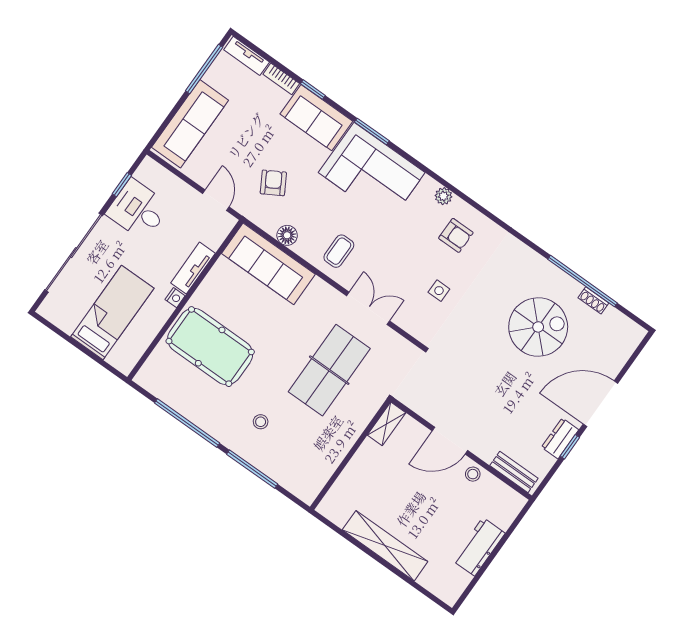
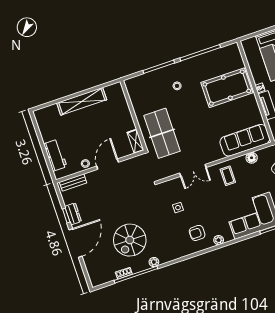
plant: (545, 268) -> (154, 262), added
table tennis table: (329, 370) -> (162, 133), moved
workbench: (479, 547) -> (55, 155), moved

